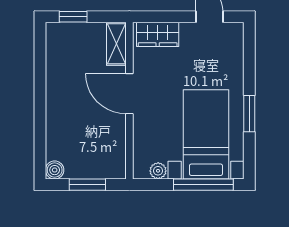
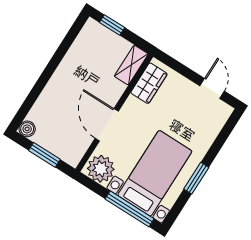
wardrobe: (158, 34) -> (149, 83), moved, turned -90
door: (129, 94) -> (107, 125), moved
plant: (158, 171) -> (101, 169), width x1.88, depth x1.88

